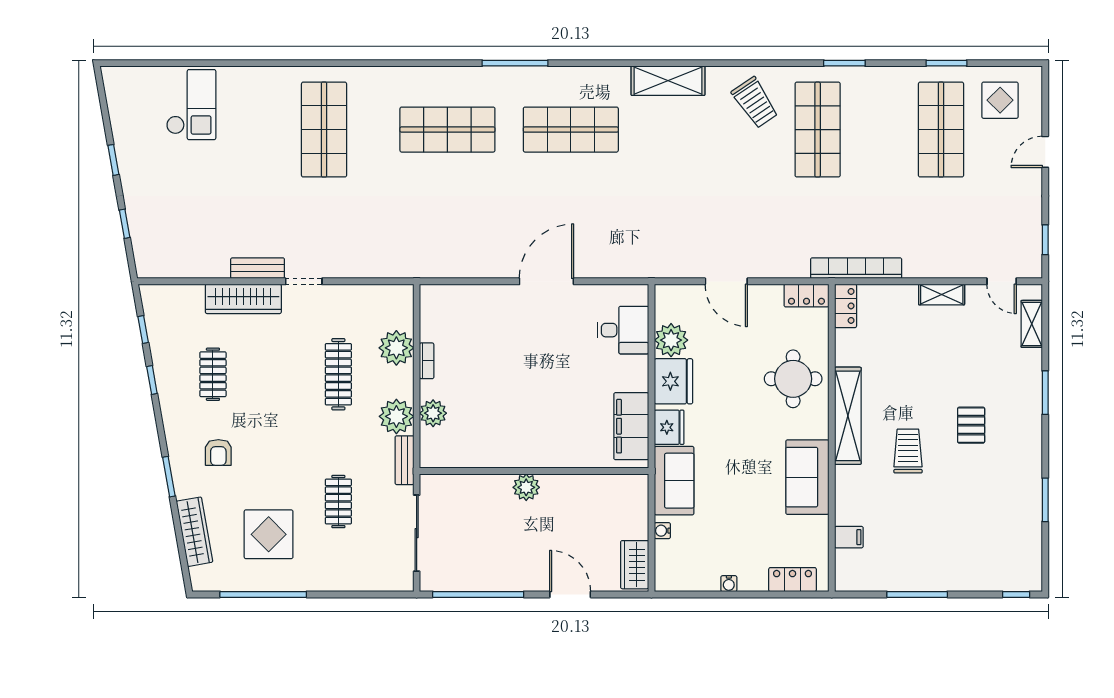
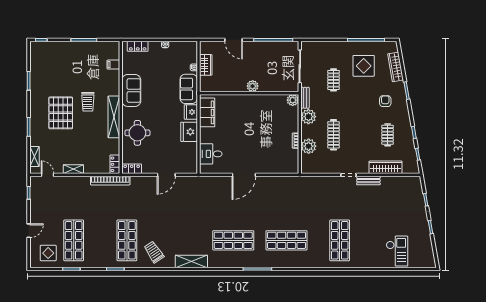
checkout: (191, 105) -> (397, 251), turned 180
door: (726, 281) -> (166, 175), swing flipped
wardrobe: (243, 299) -> (386, 167), moved
plant: (671, 340) -> (190, 150), removed
plant: (433, 413) -> (293, 100), moved
pallet: (971, 425) -> (61, 113), width x2.05, depth x2.00
wardrobe: (635, 565) -> (206, 65), moved

